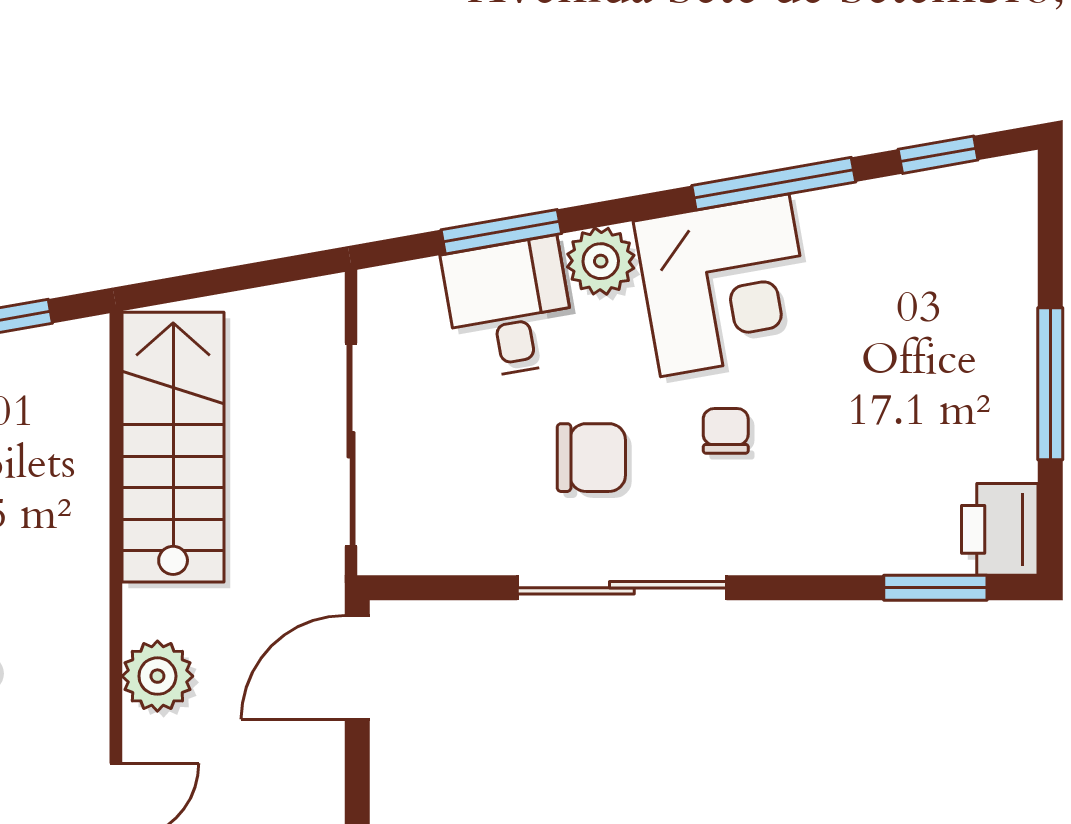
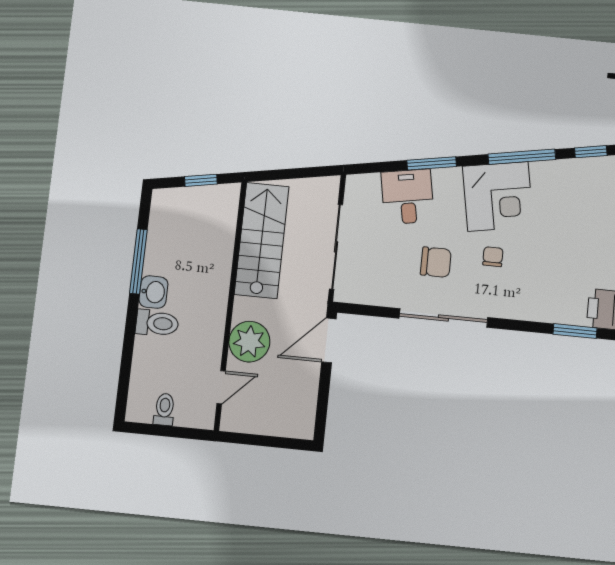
window: (501, 232) -> (432, 163), moved
plant: (601, 261) -> (447, 181), removed
plant: (157, 676) -> (249, 342), width x1.36, depth x1.36

